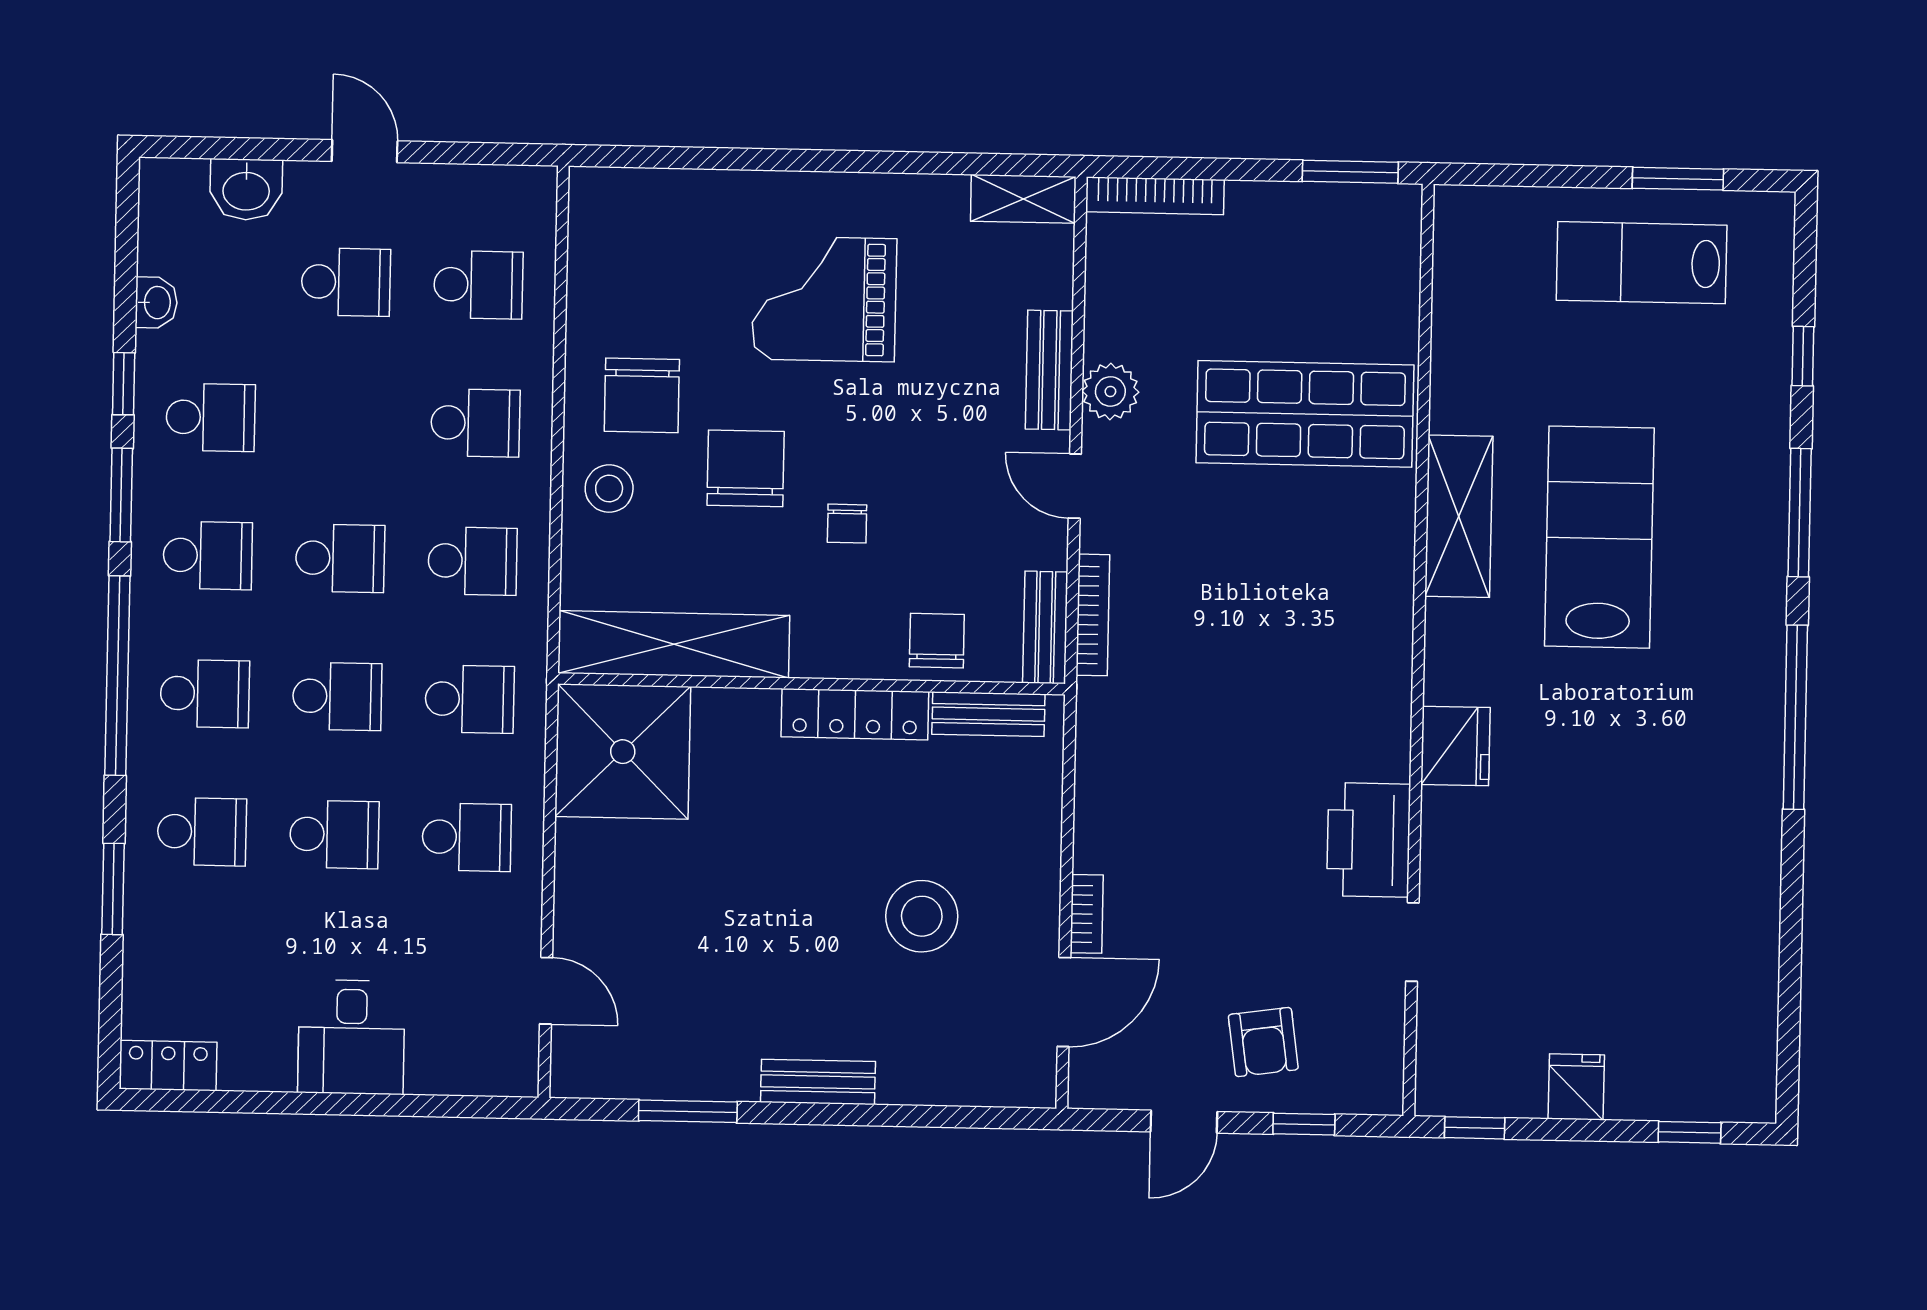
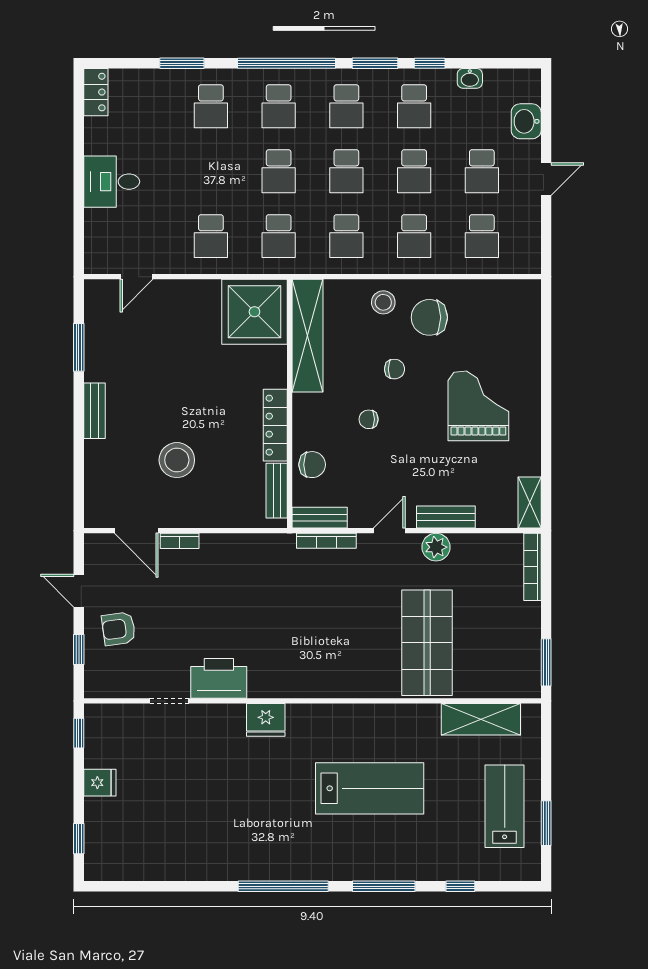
chair: (746, 468) -> (395, 369), width x0.54, depth x0.54
shelving: (1459, 516) -> (481, 719), moved
school desk: (334, 834) -> (414, 171), moved

